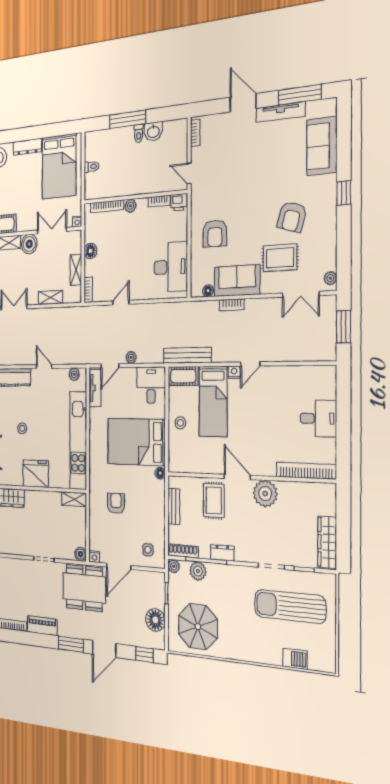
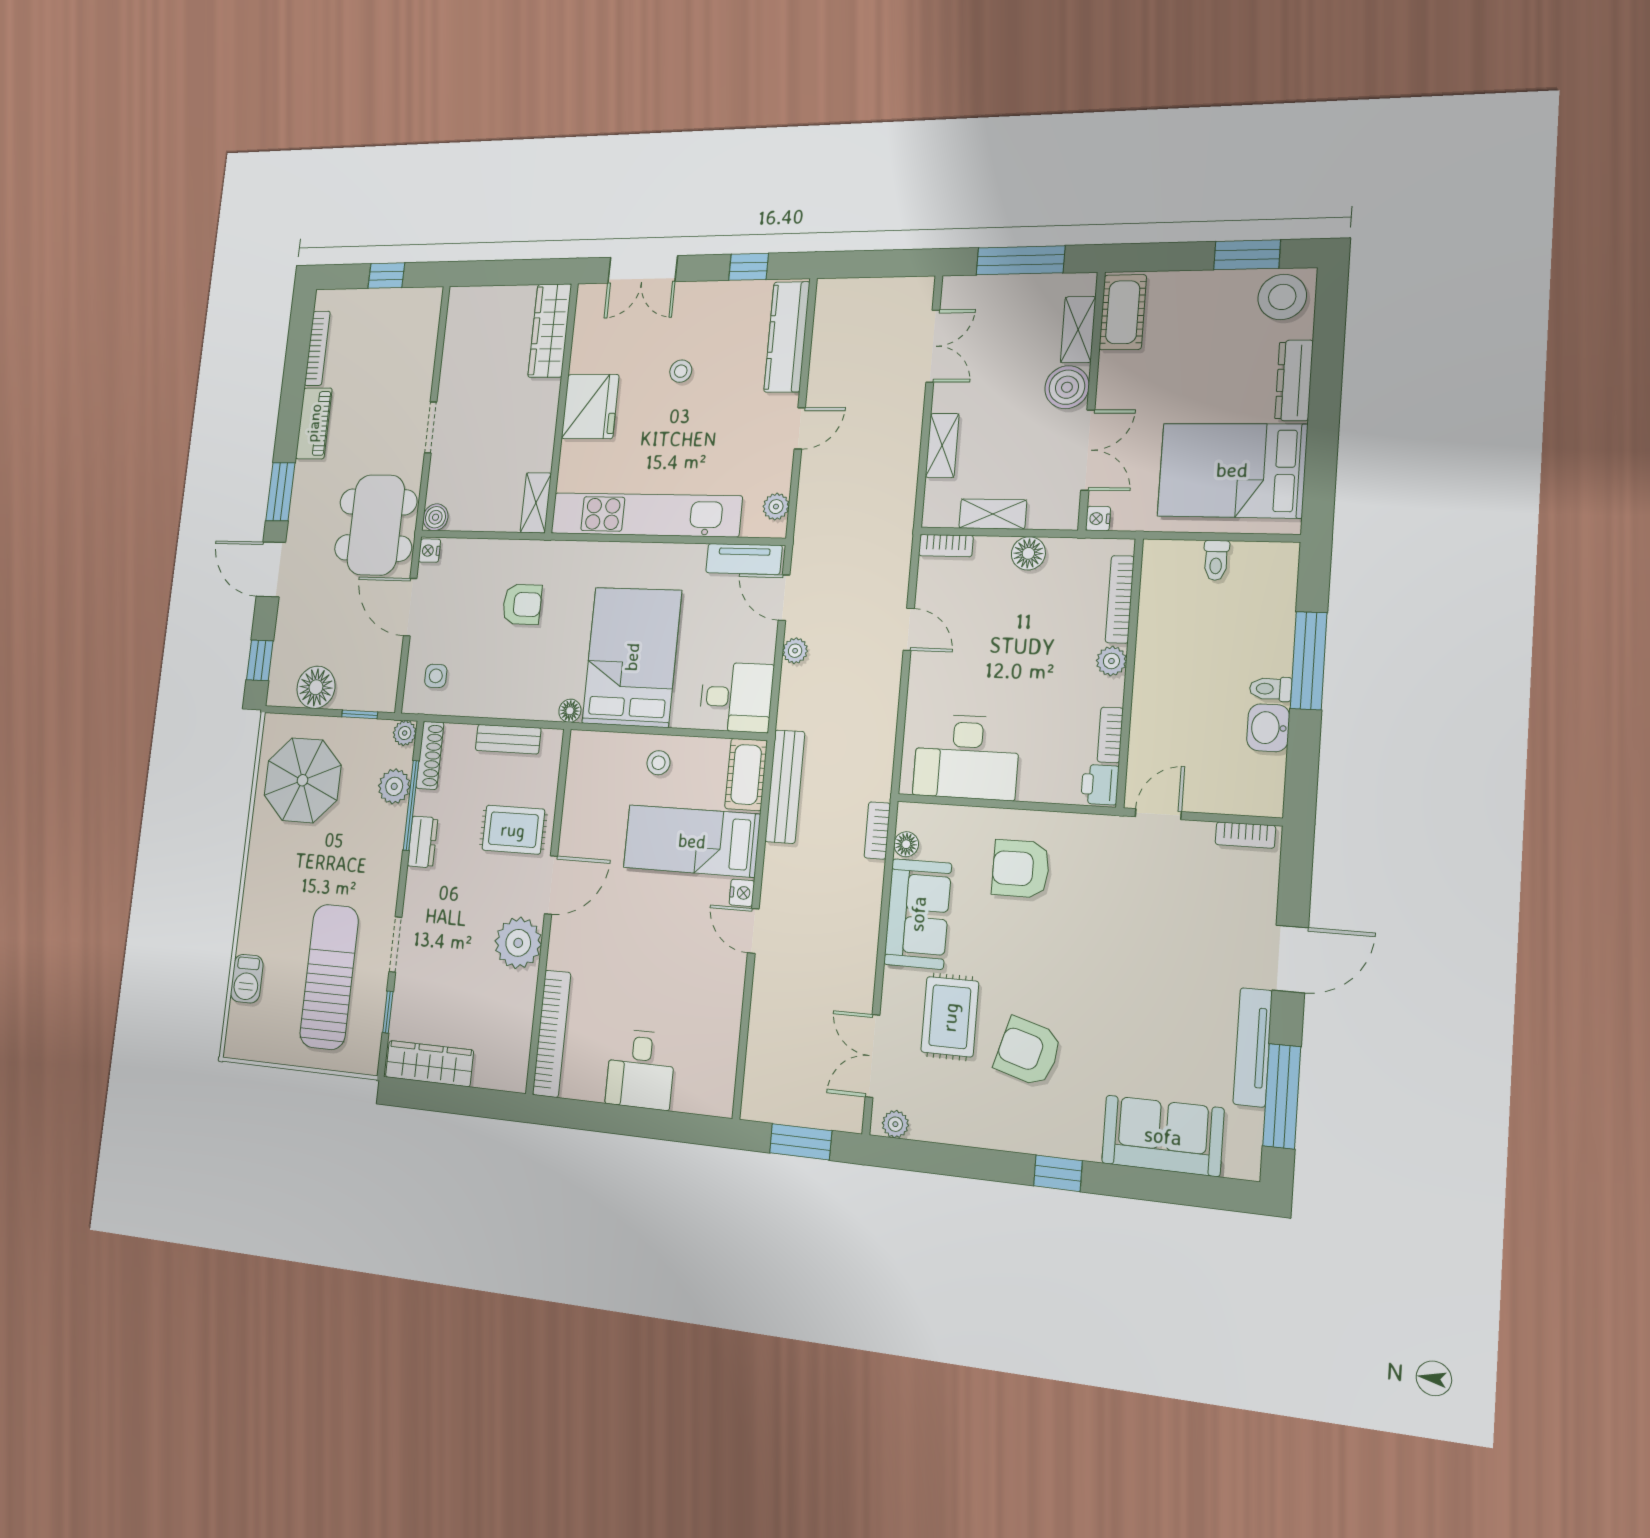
bookcase: (232, 305) -> (877, 830), moved

